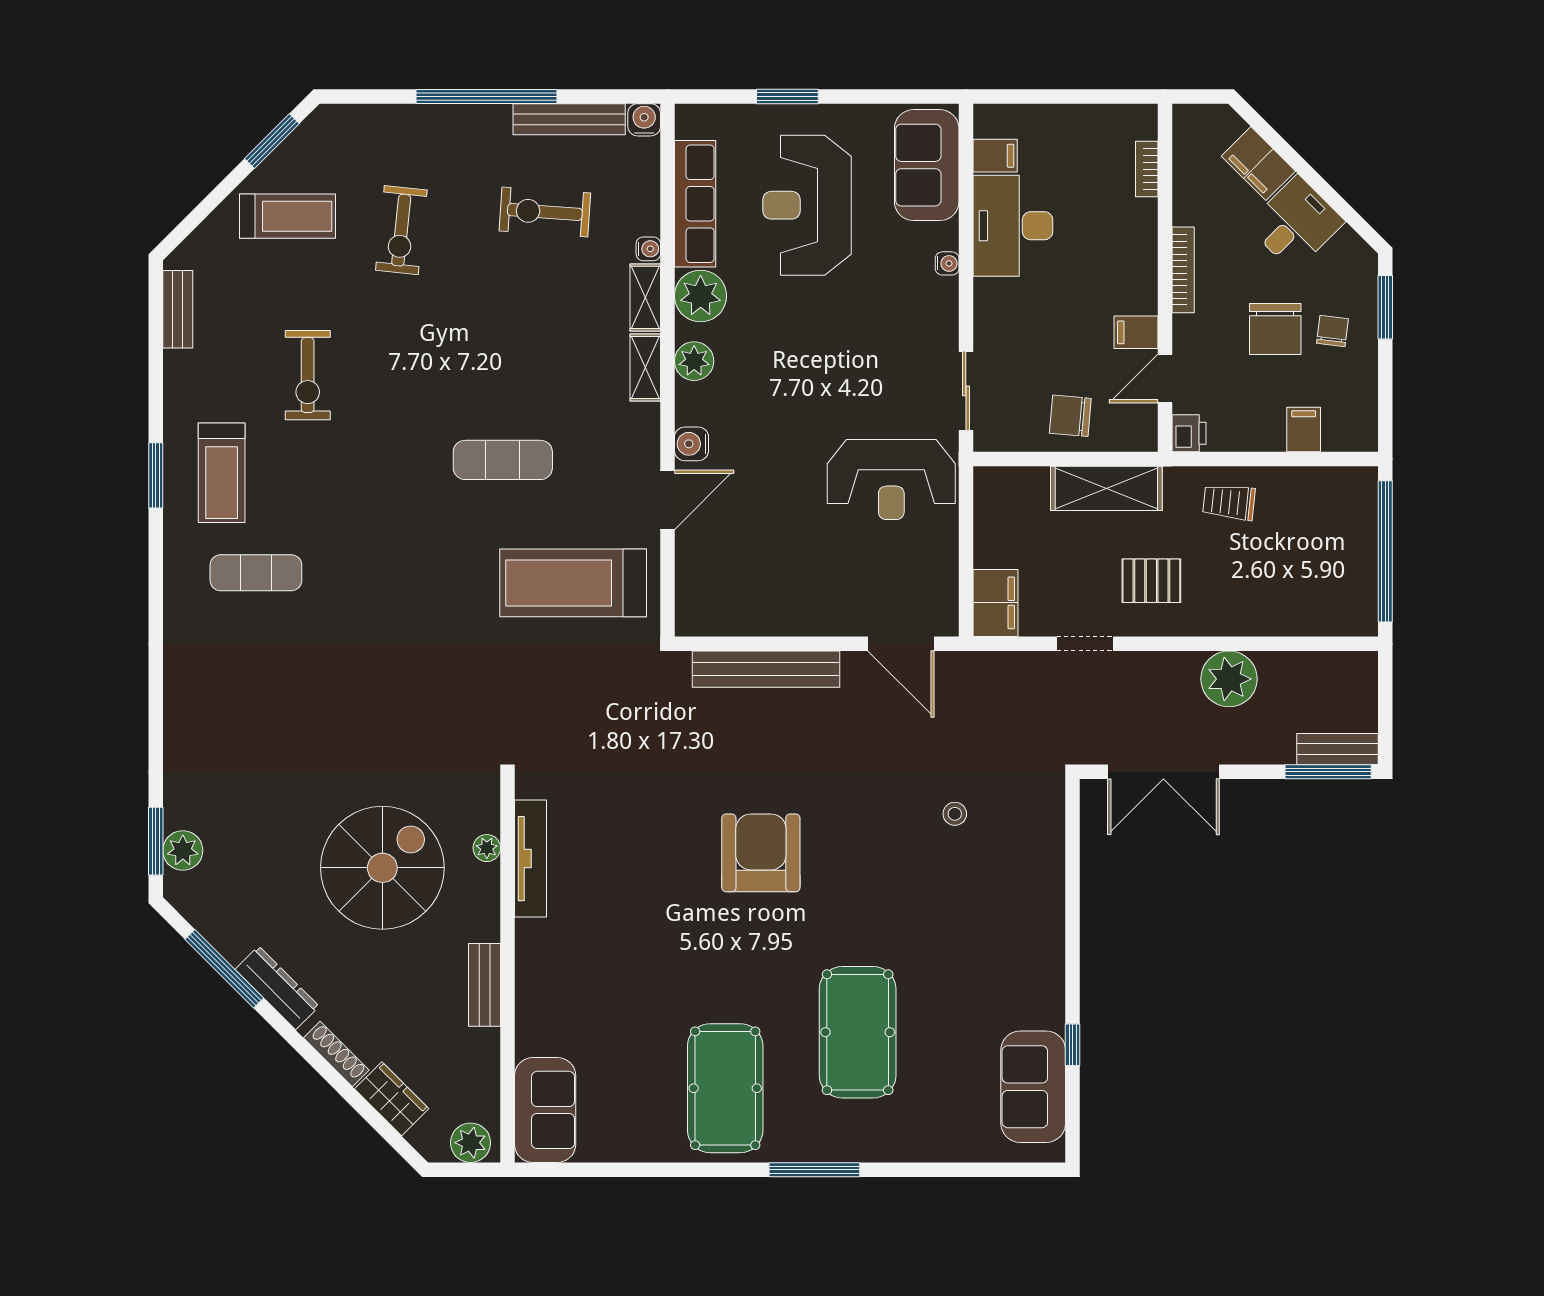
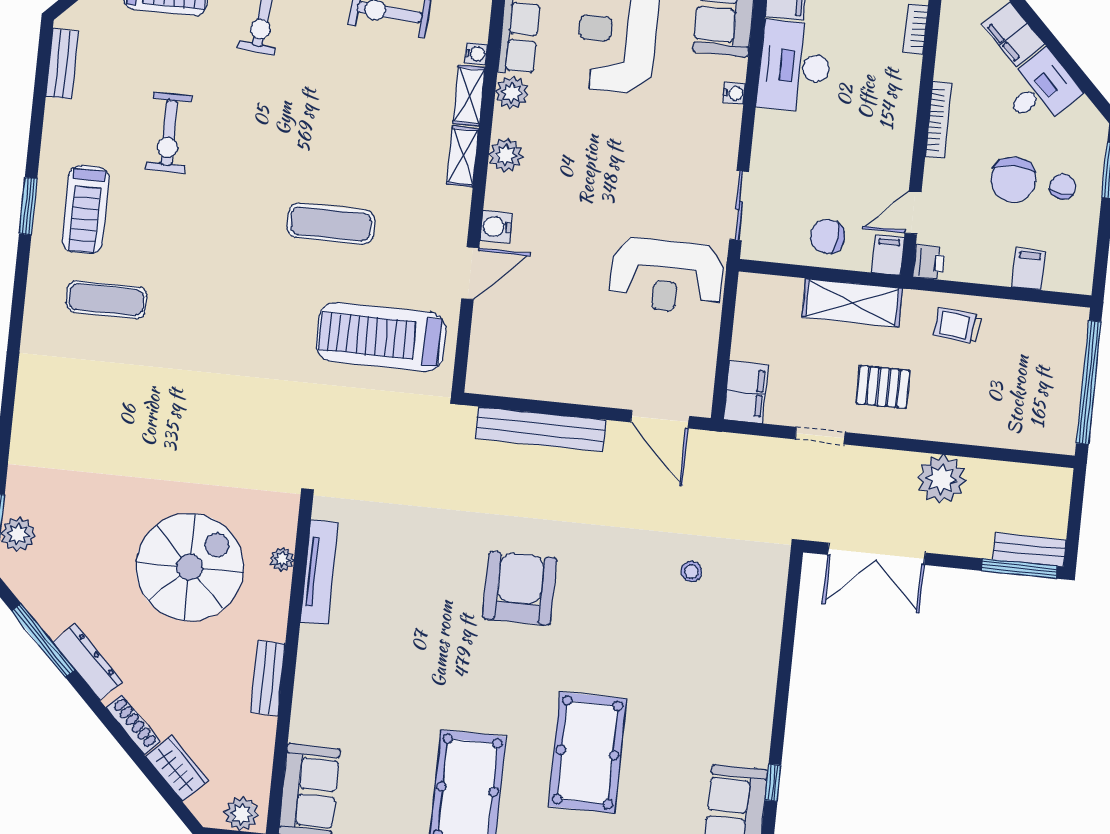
plant: (701, 296) -> (512, 93), width x0.73, depth x0.73
filing cabinet: (1136, 332) -> (888, 255), moved, turned 90

